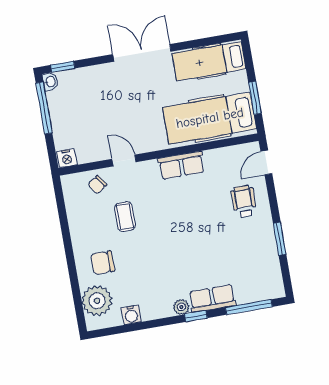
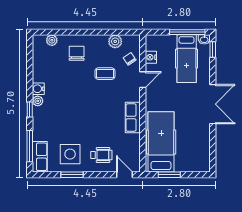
hospital bed: (209, 61) -> (187, 59), moved, turned 180
nightstand: (67, 158) -> (151, 57), moved
plant: (76, 210) -> (115, 41), added
side table: (250, 247) -> (70, 154), added
row of seats: (212, 299) -> (40, 157), moved
plant: (97, 301) -> (52, 40), width x0.53, depth x0.53
water cooler: (131, 315) -> (38, 89), moved

